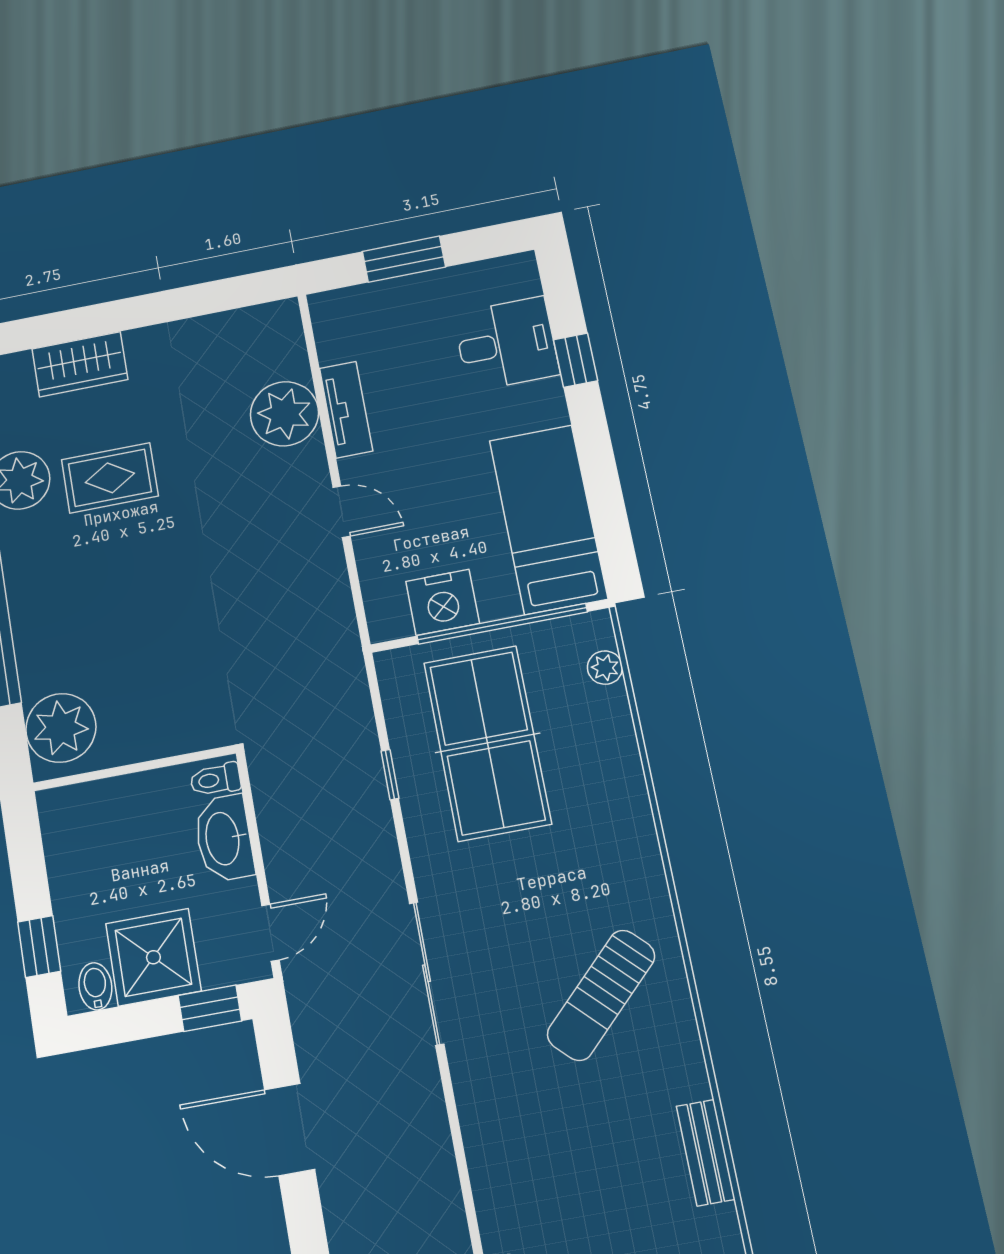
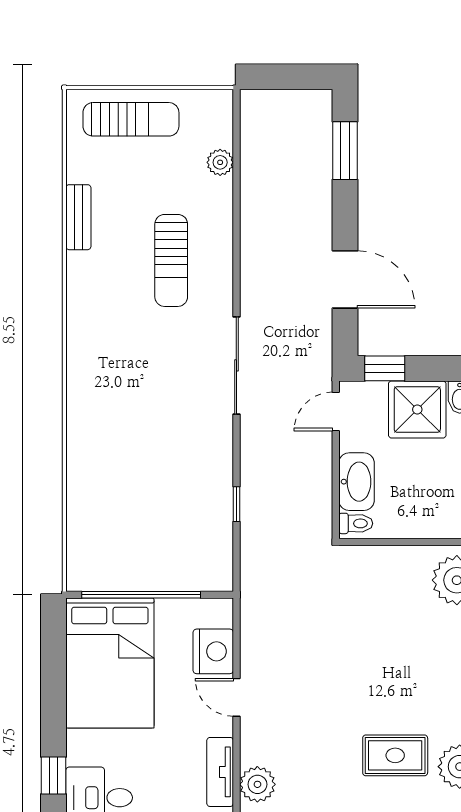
plant: (284, 414) -> (257, 784), width x0.73, depth x0.73
bed: (548, 519) -> (110, 663), width x1.50
nightstand: (443, 602) -> (213, 651), moved, turned 90
plant: (605, 668) -> (78, 550), removed
table tennis table: (487, 743) -> (167, 513), removed
sun lounger: (601, 995) -> (171, 260), moved, turned 135

